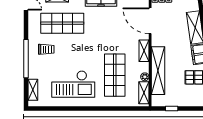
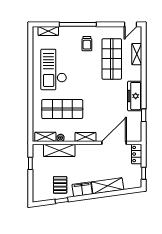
shelving: (158, 71) -> (59, 150), width x0.68

